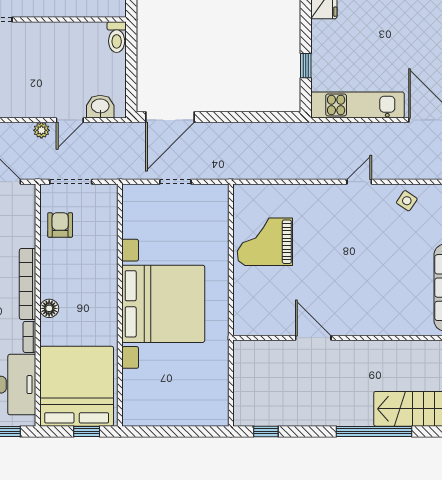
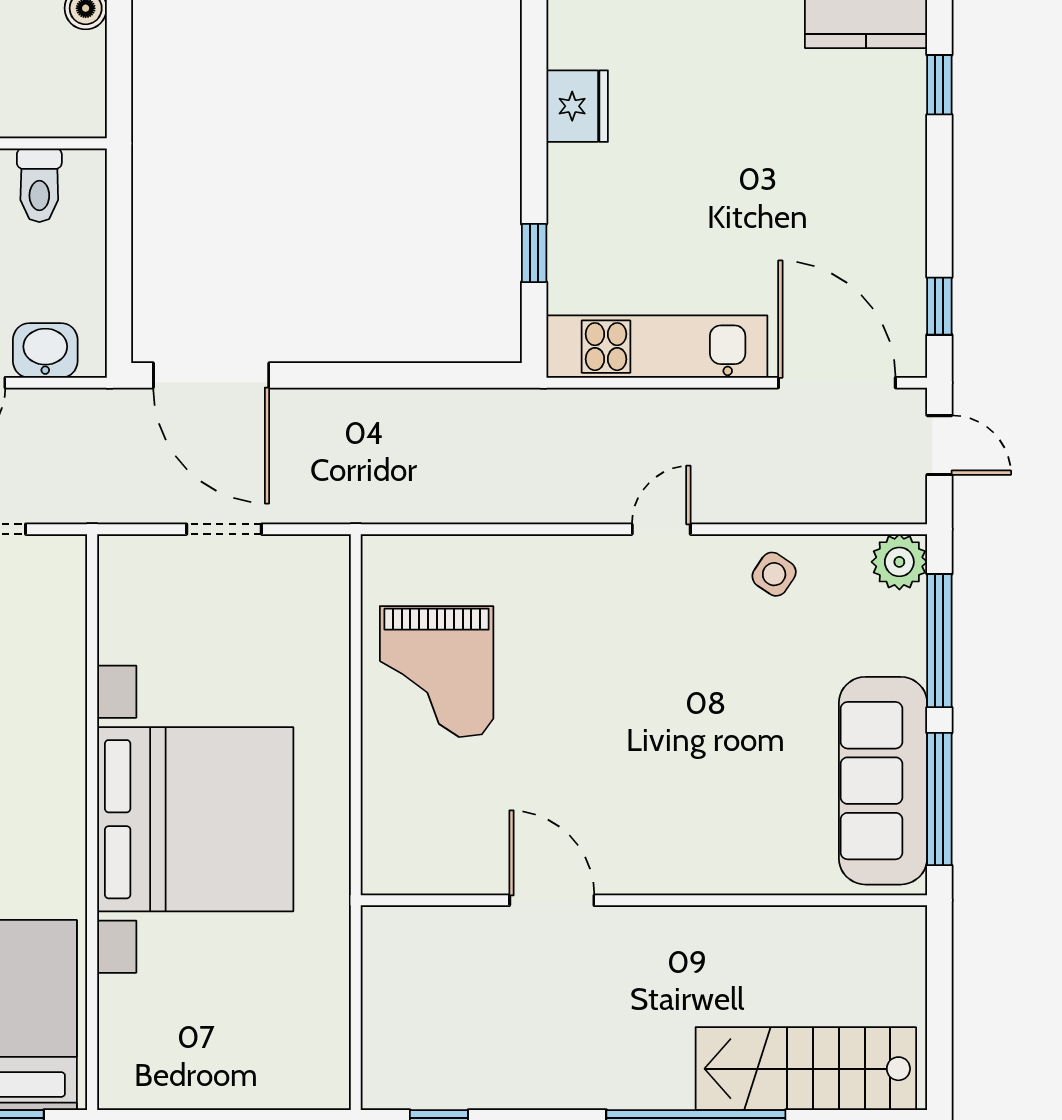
toilet: (117, 37) -> (39, 185), moved
door: (170, 117) -> (211, 375), hinge flipped
grand piano: (265, 242) -> (437, 672), turned -90

